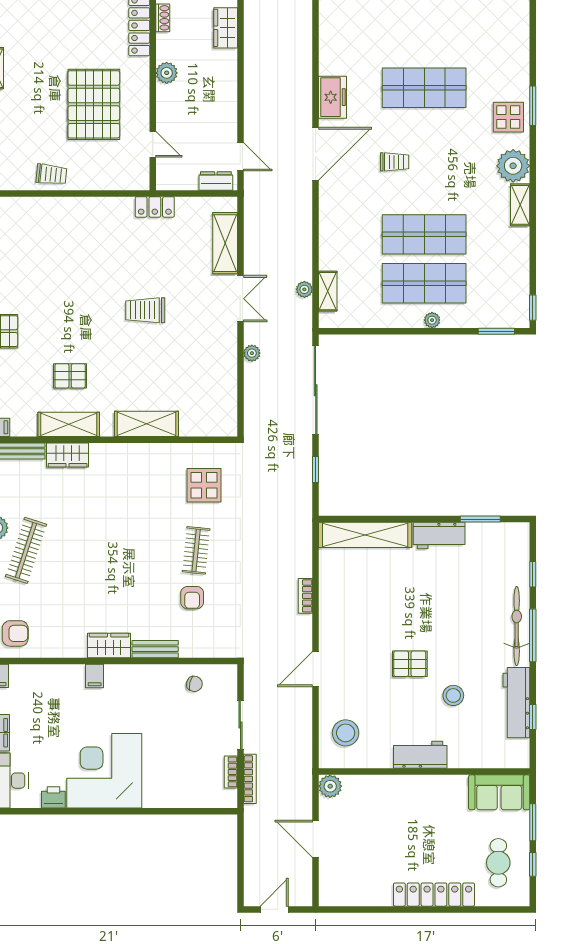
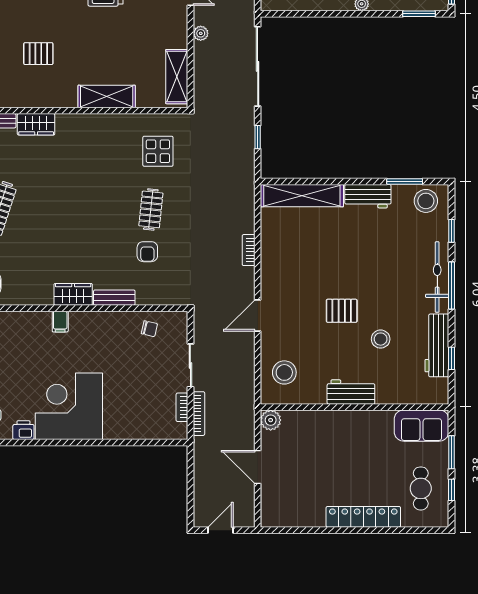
shelving: (69, 424) -> (177, 77), moved, turned 90
stool: (504, 541) -> (426, 201), added

